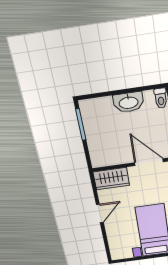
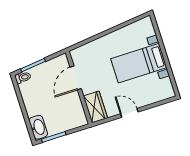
washbasin: (128, 102) -> (38, 127), moved

